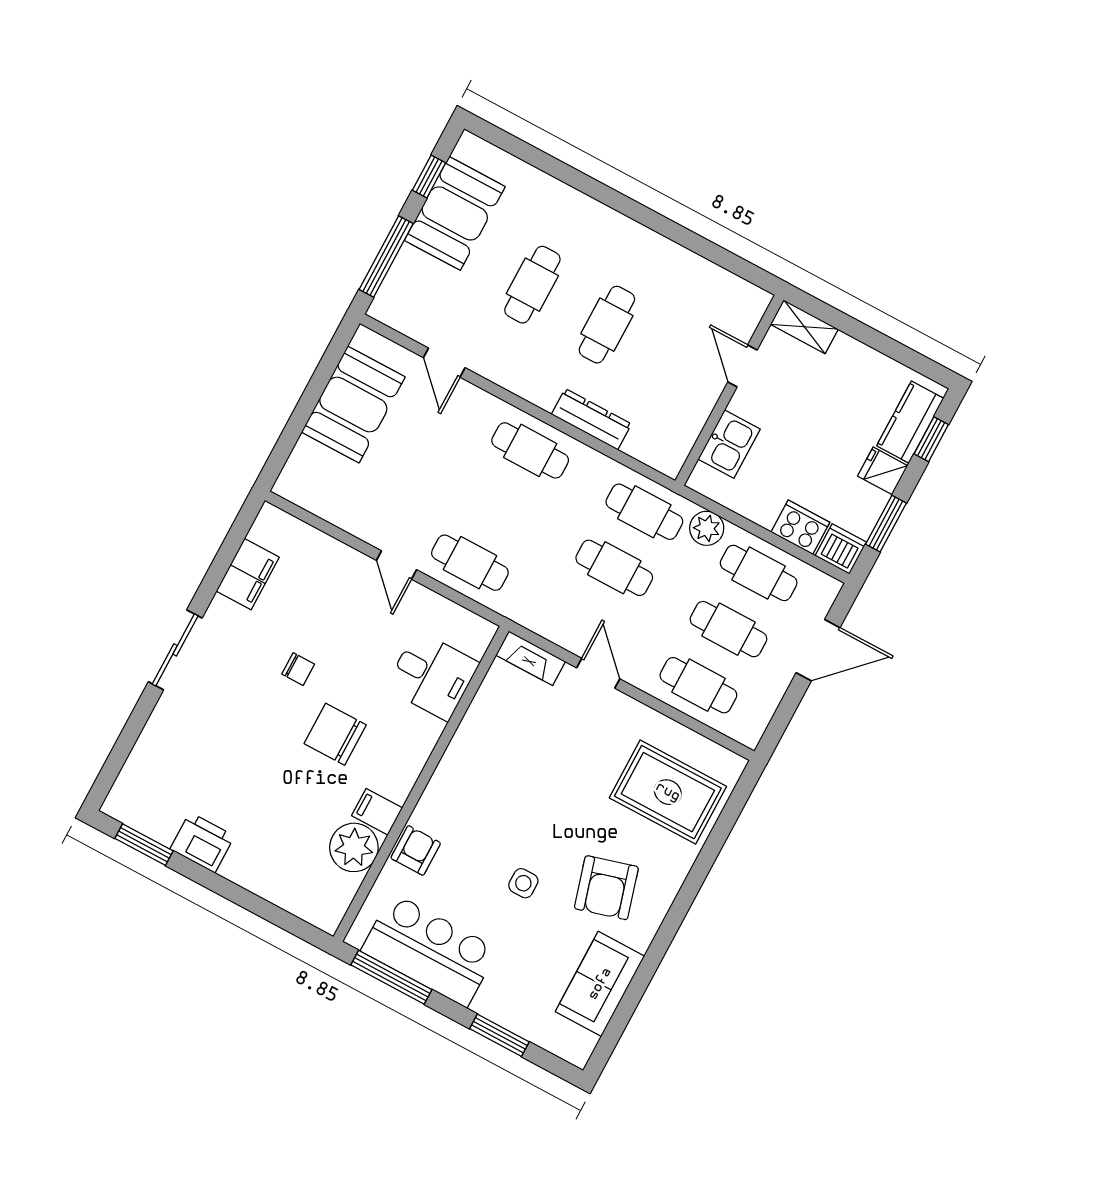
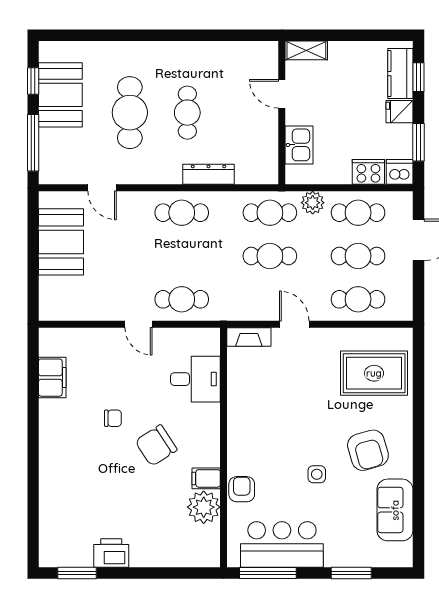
cafe table: (532, 285) -> (130, 113), width x1.37, depth x1.35
sliding door: (175, 650) -> (33, 446), removed
chair: (335, 734) -> (156, 445), turned -33

